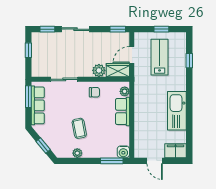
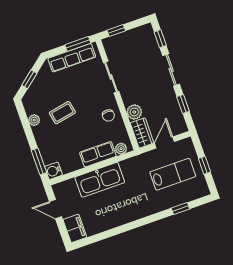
window: (118, 29) -> (183, 104), moved
window: (28, 50) -> (116, 31), moved
door: (132, 55) -> (164, 143), hinge flipped
kitchen sink: (177, 111) -> (100, 180), moved, turned 180
door: (155, 161) -> (56, 209), hinge flipped

